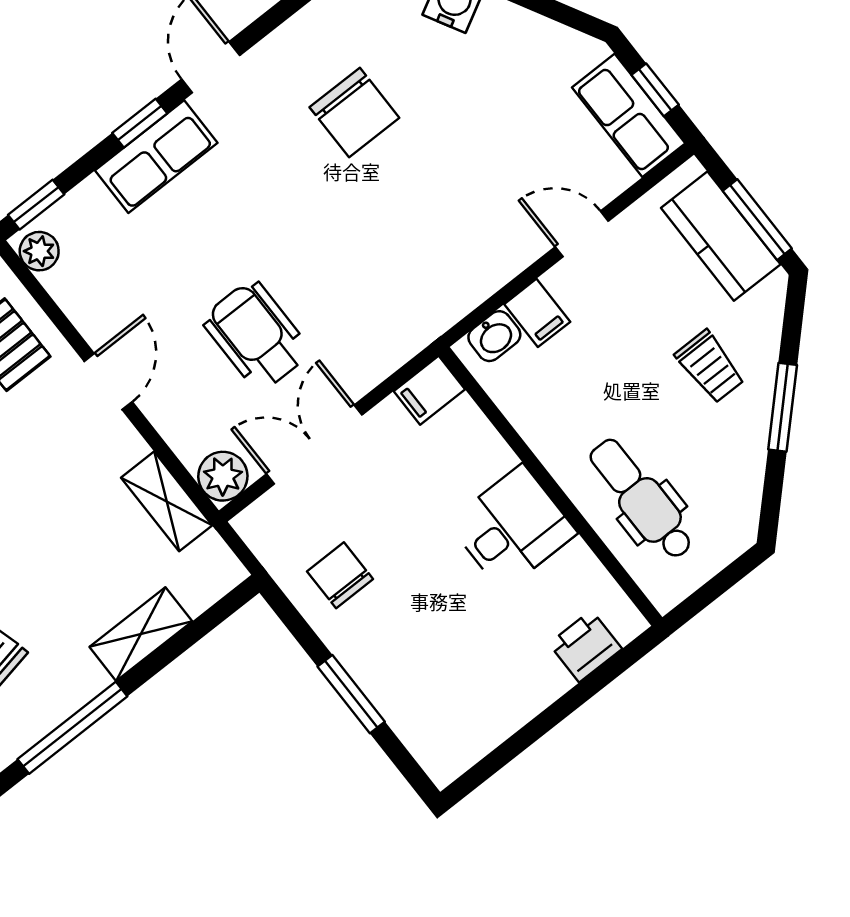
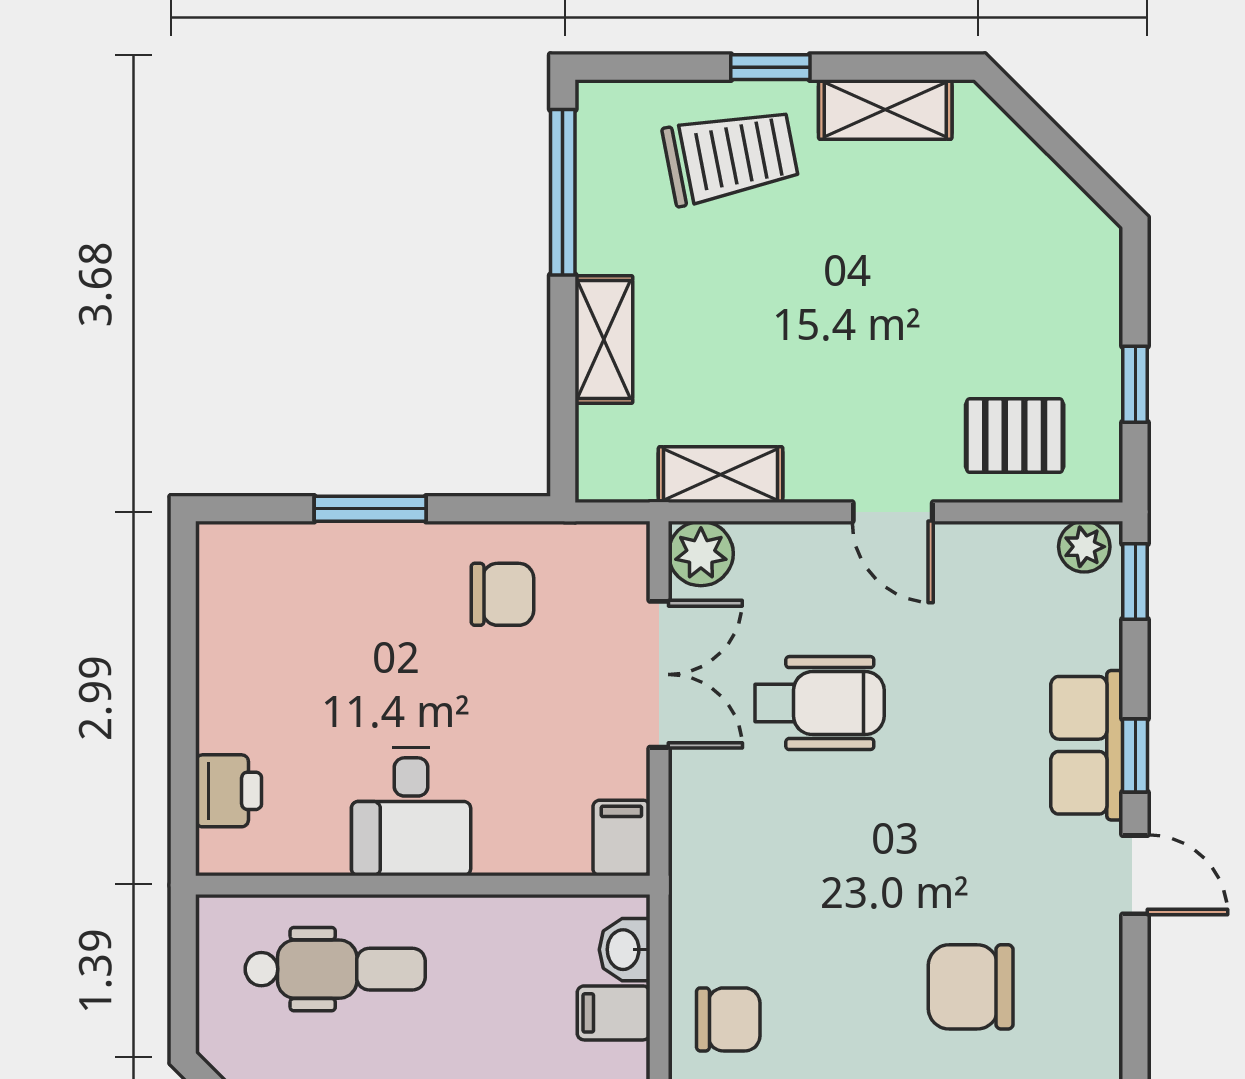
chair: (487, 242) -> (728, 1019), added

